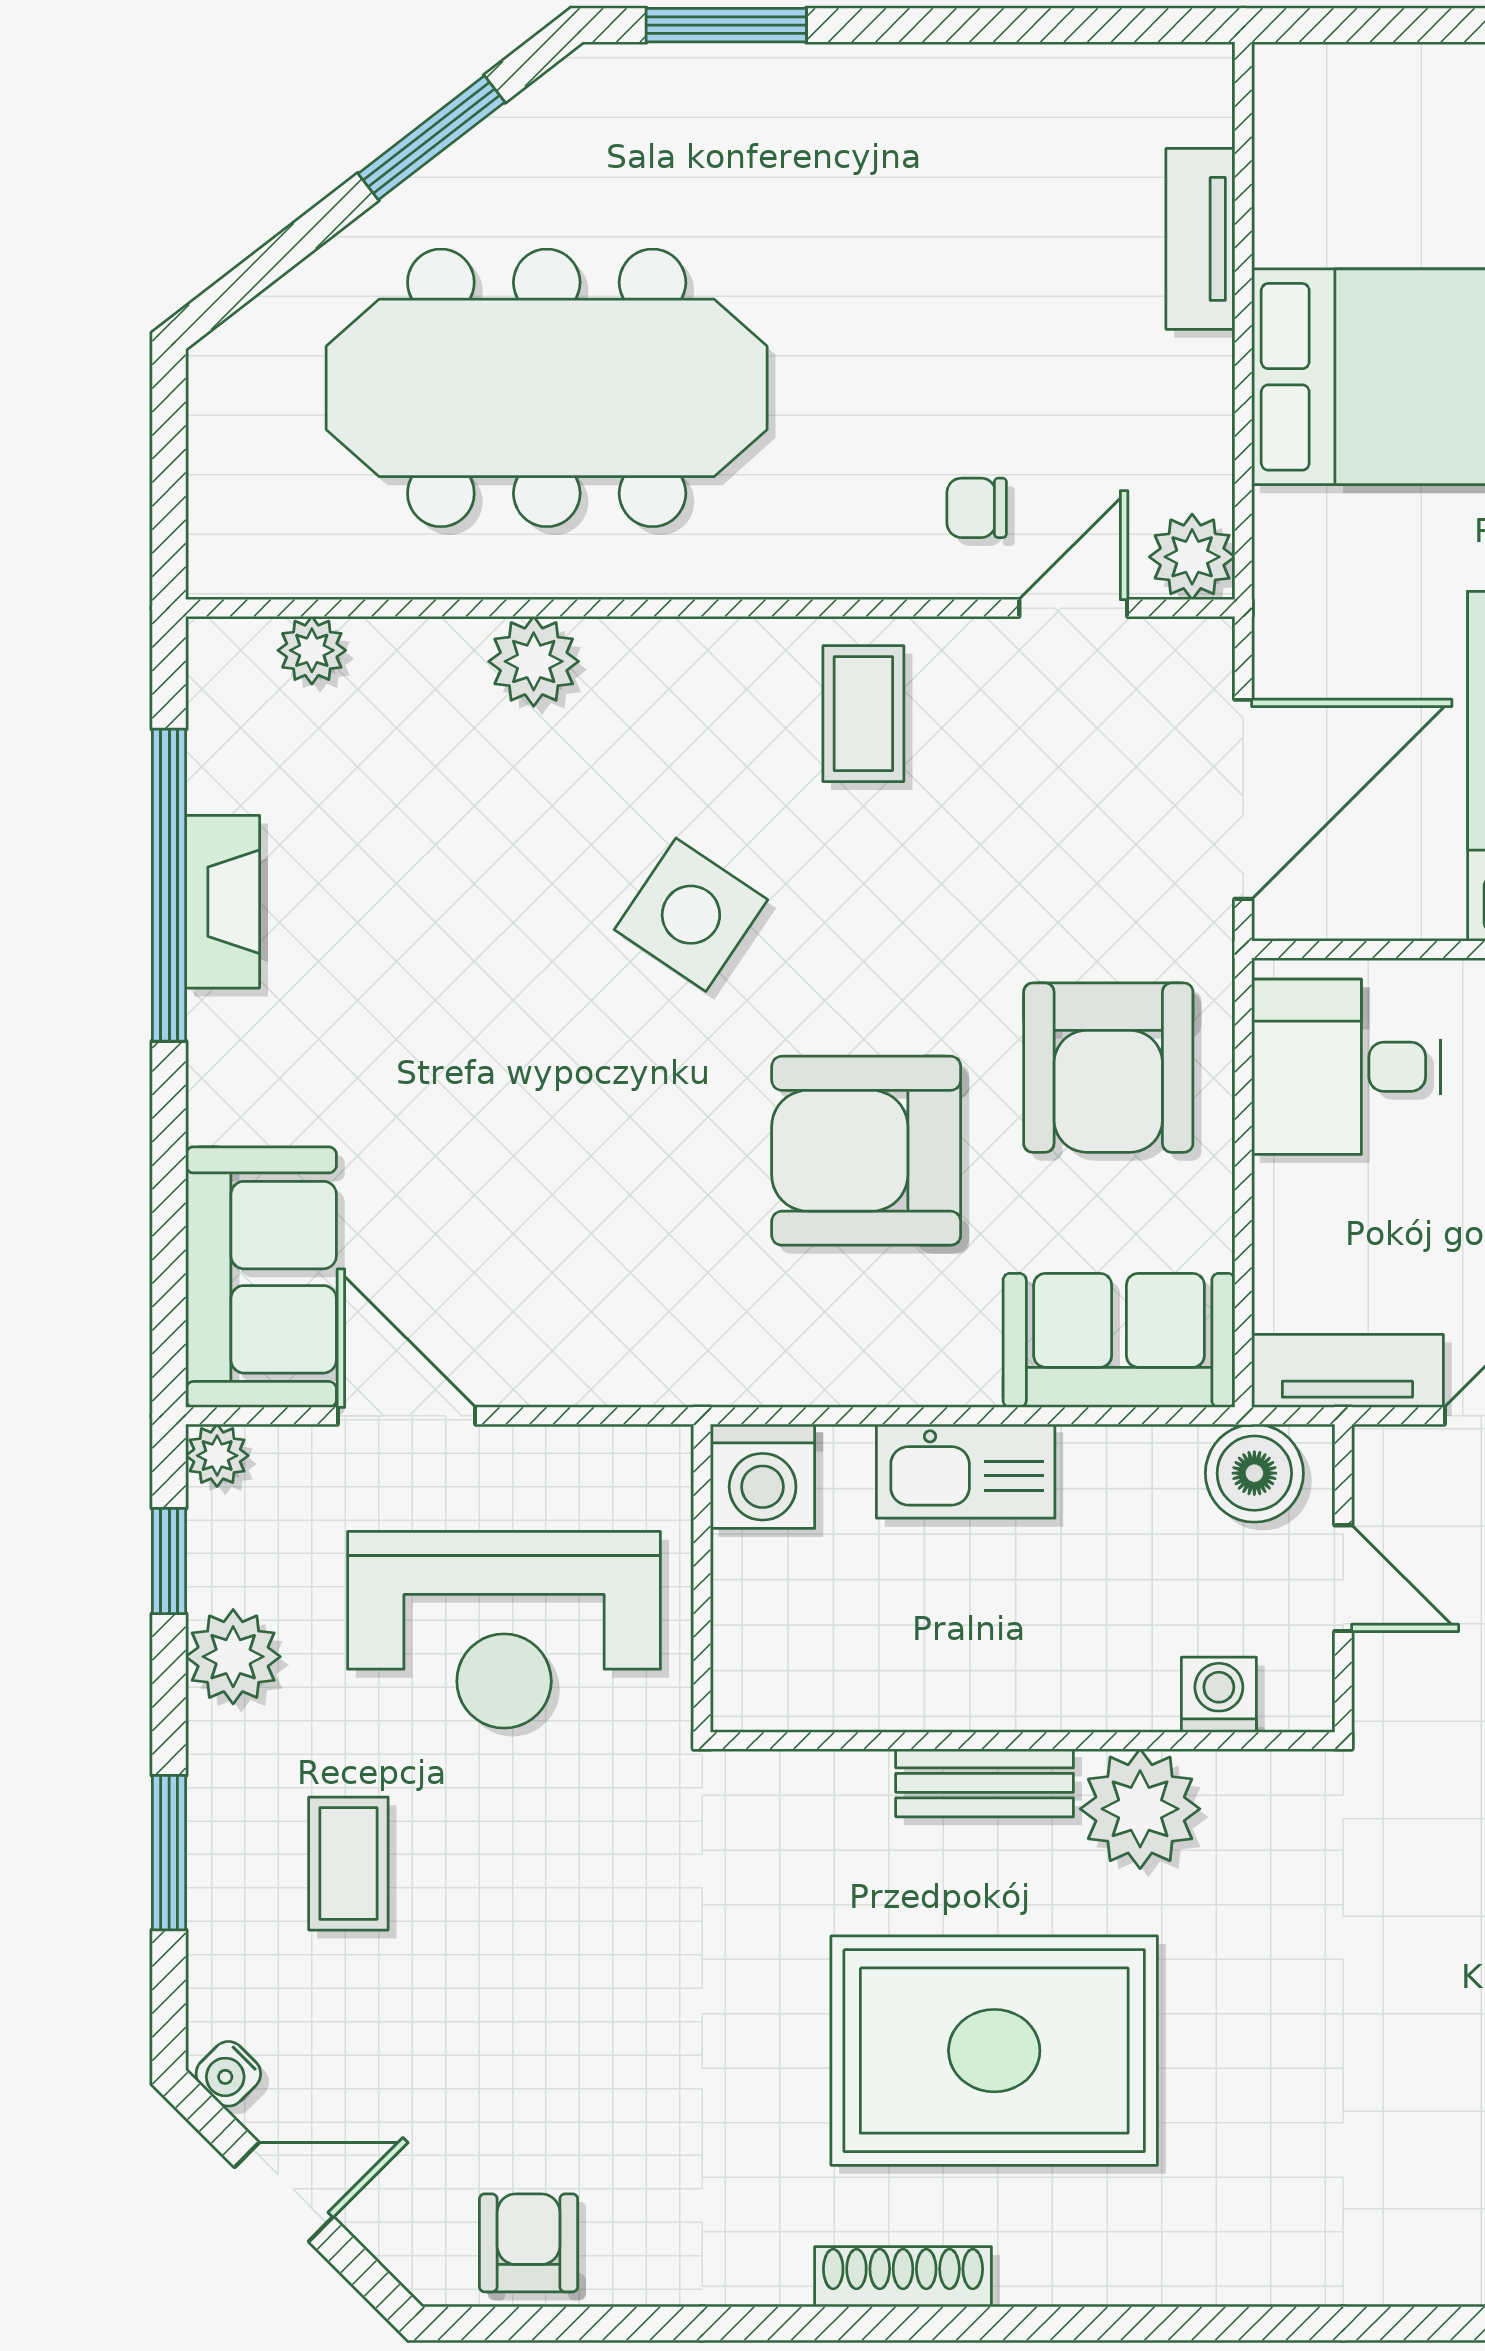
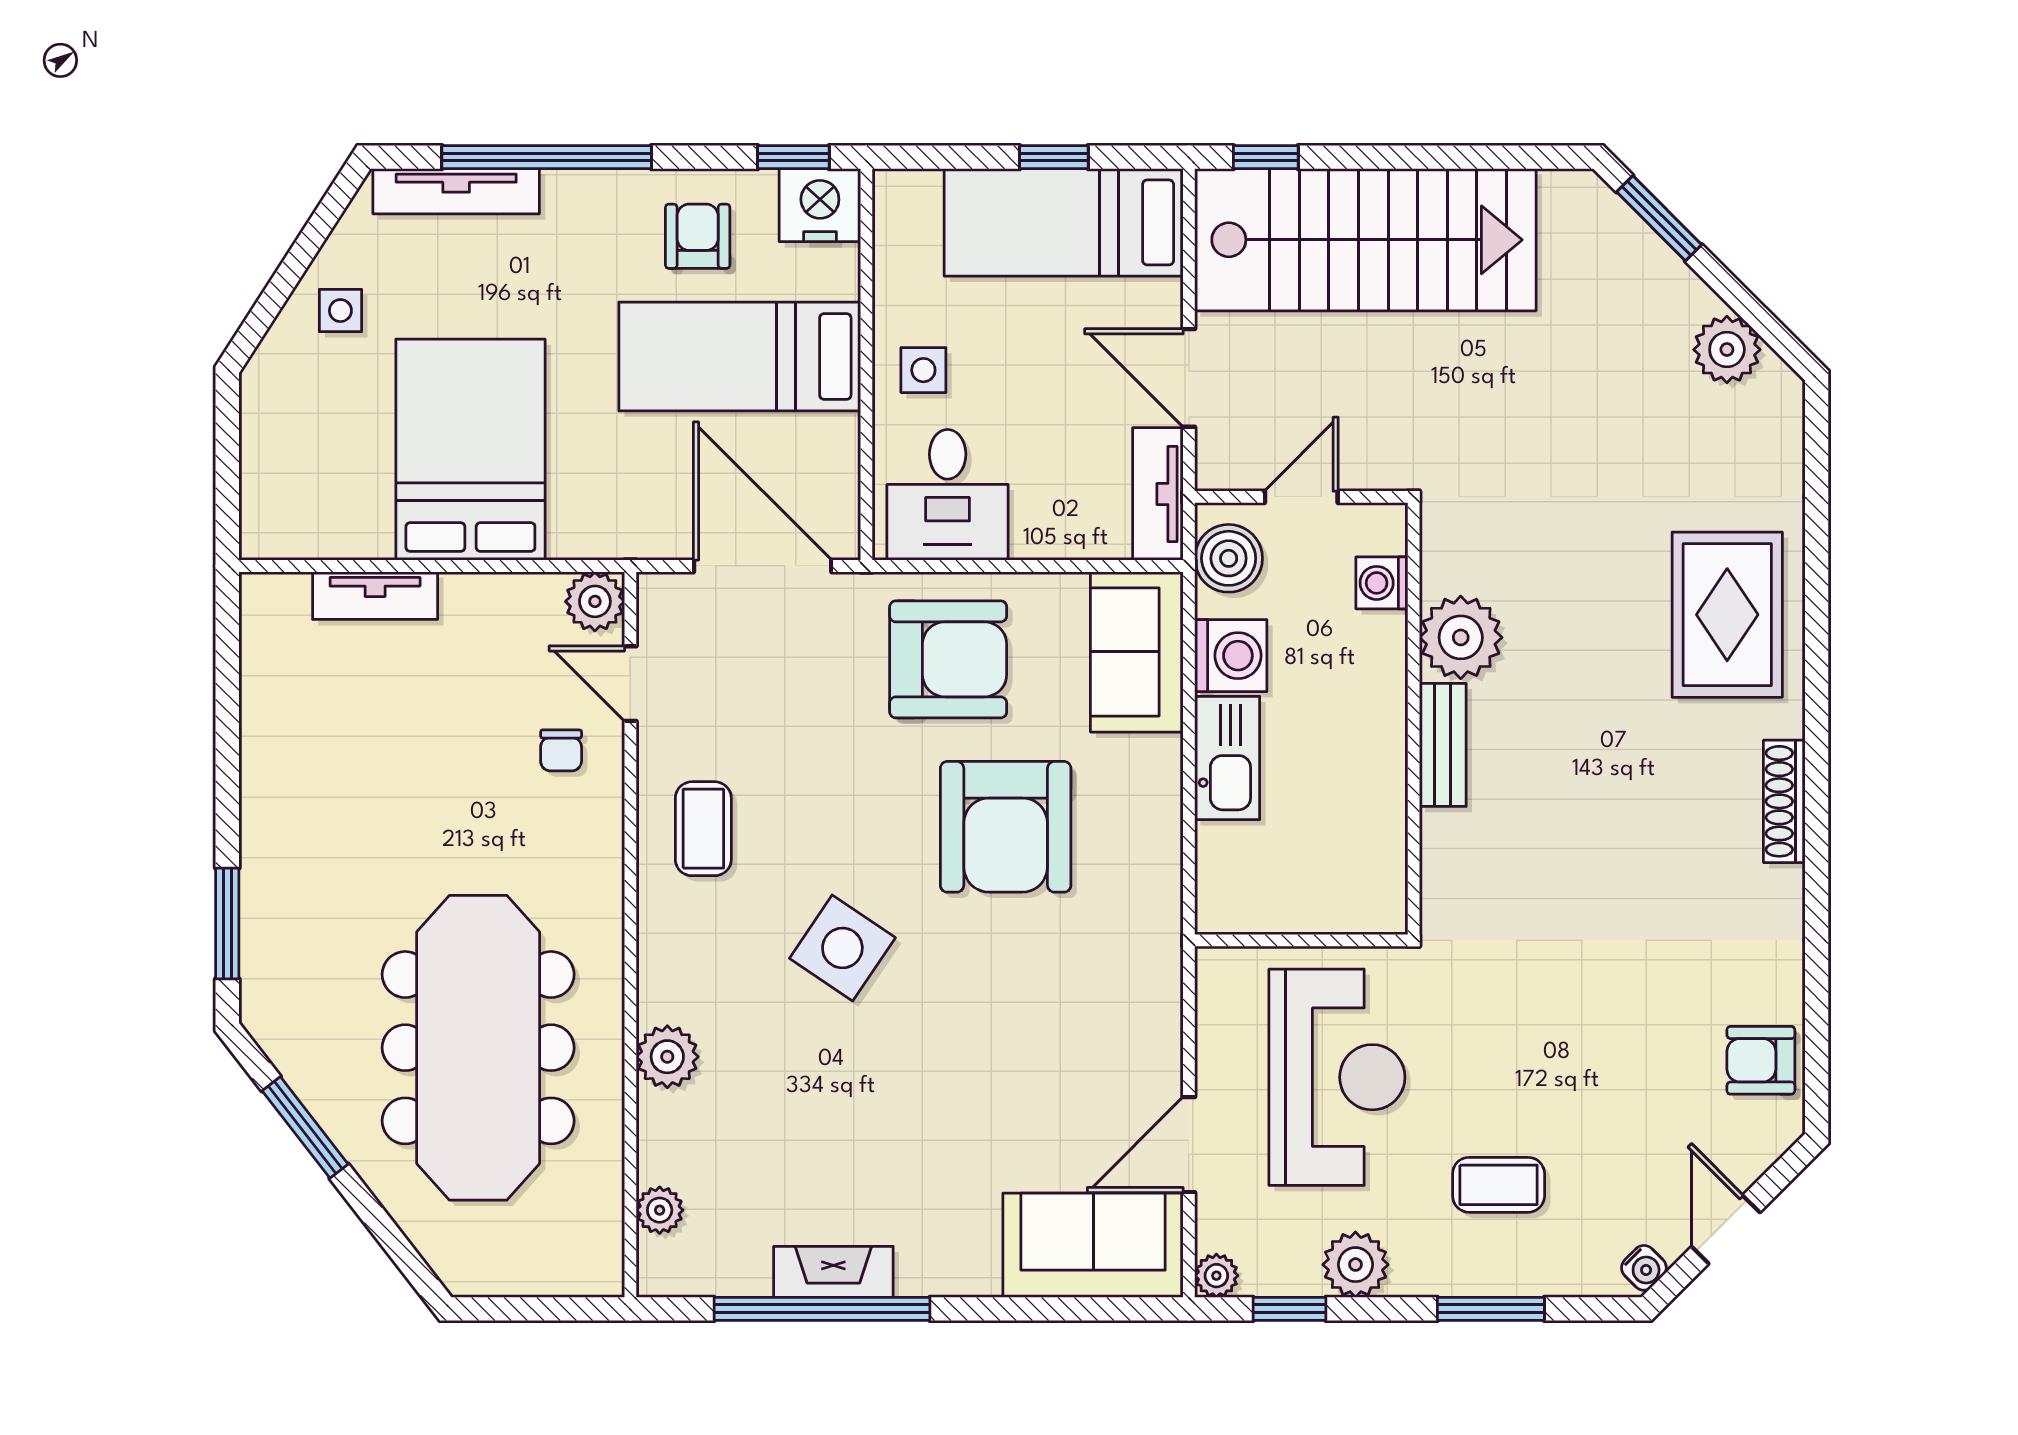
coffee table: (863, 714) -> (703, 829), turned 90
washing machine: (763, 1476) -> (1231, 656), moved
rug: (994, 2051) -> (1727, 615), moved, width x0.73, depth x0.69

